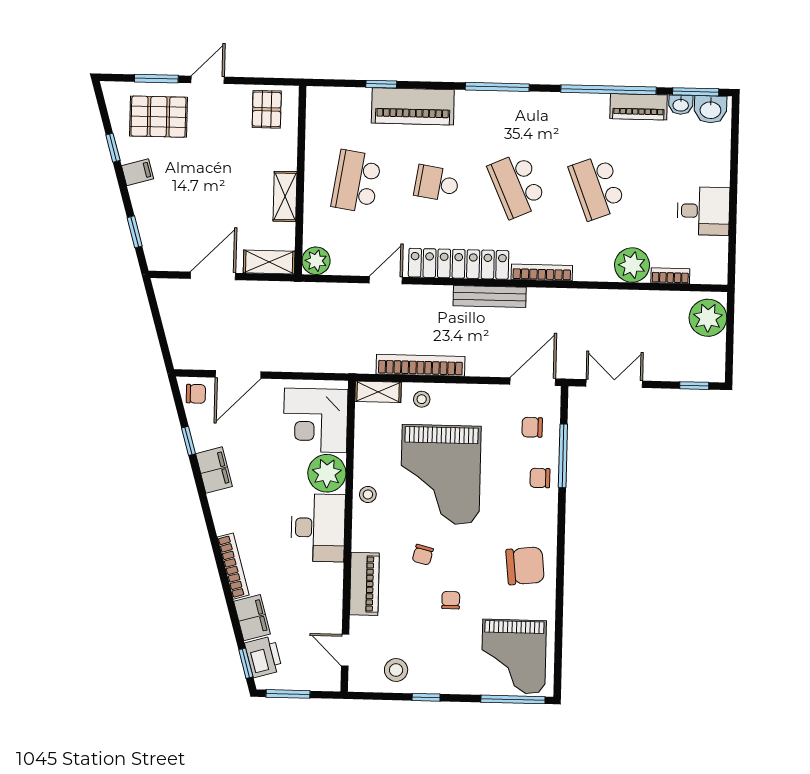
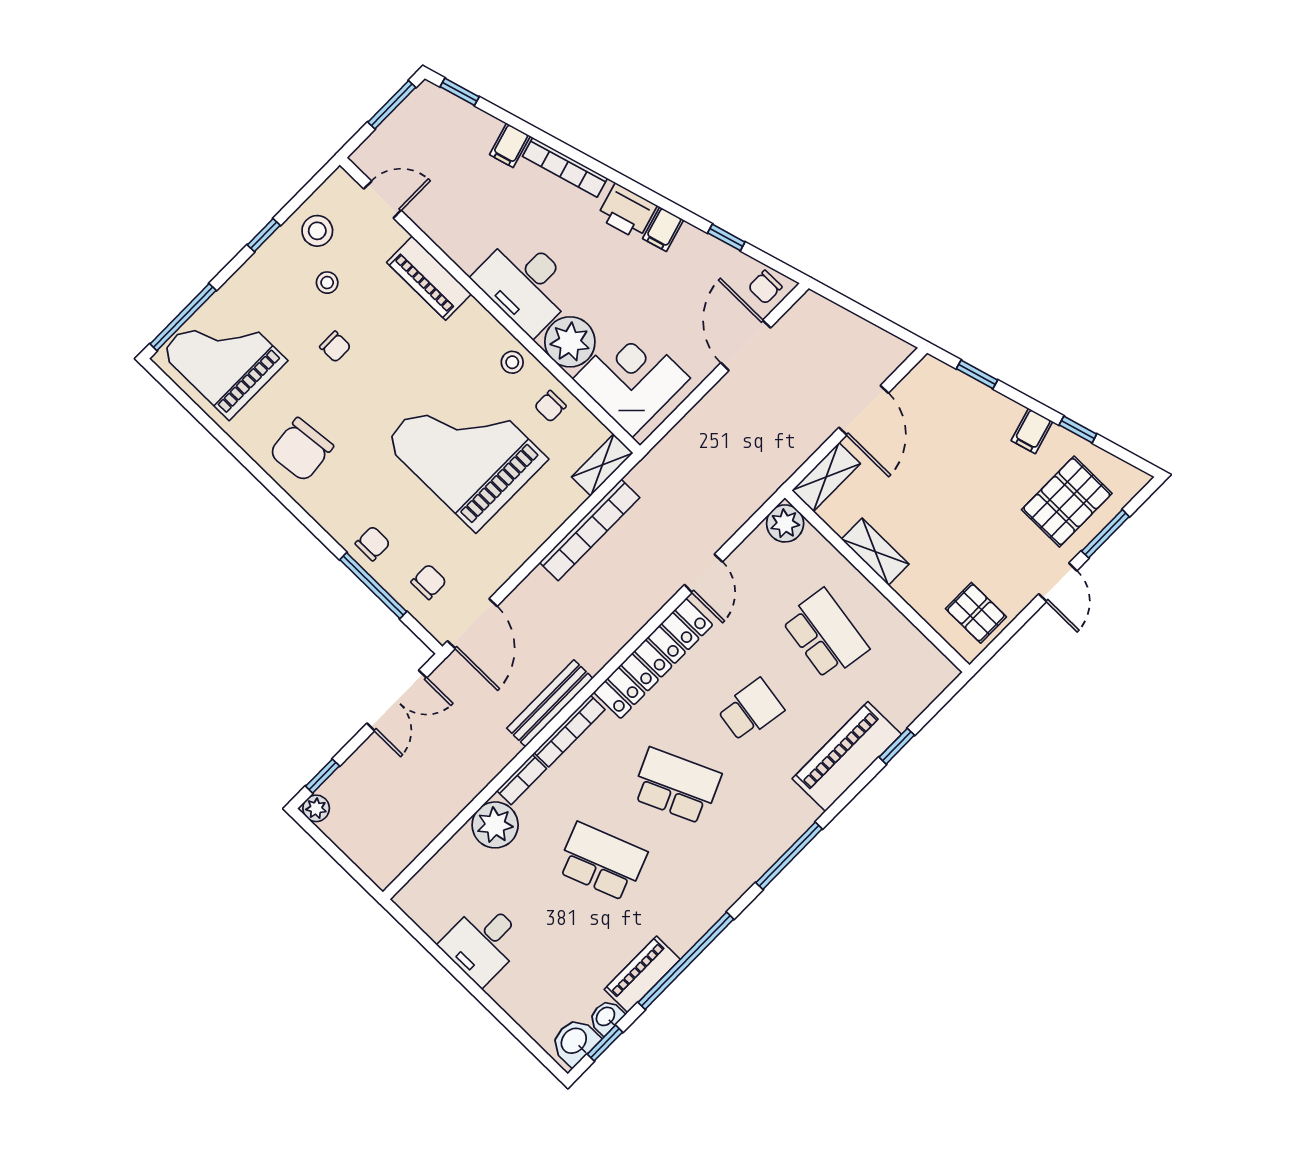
window: (696, 92) -> (605, 1043), width x0.67
bookcase: (670, 276) -> (522, 780), moved
bench: (490, 296) -> (550, 703), moved
plant: (708, 318) -> (316, 808), moved, width x0.53, depth x0.53
stool: (422, 399) -> (327, 283), moved
filing cabinet: (214, 470) -> (663, 229), width x0.50
chair: (423, 555) -> (550, 406), moved, turned -104
filing cabinet: (252, 618) -> (510, 145), width x0.50
printer: (263, 657) -> (627, 211), moved

